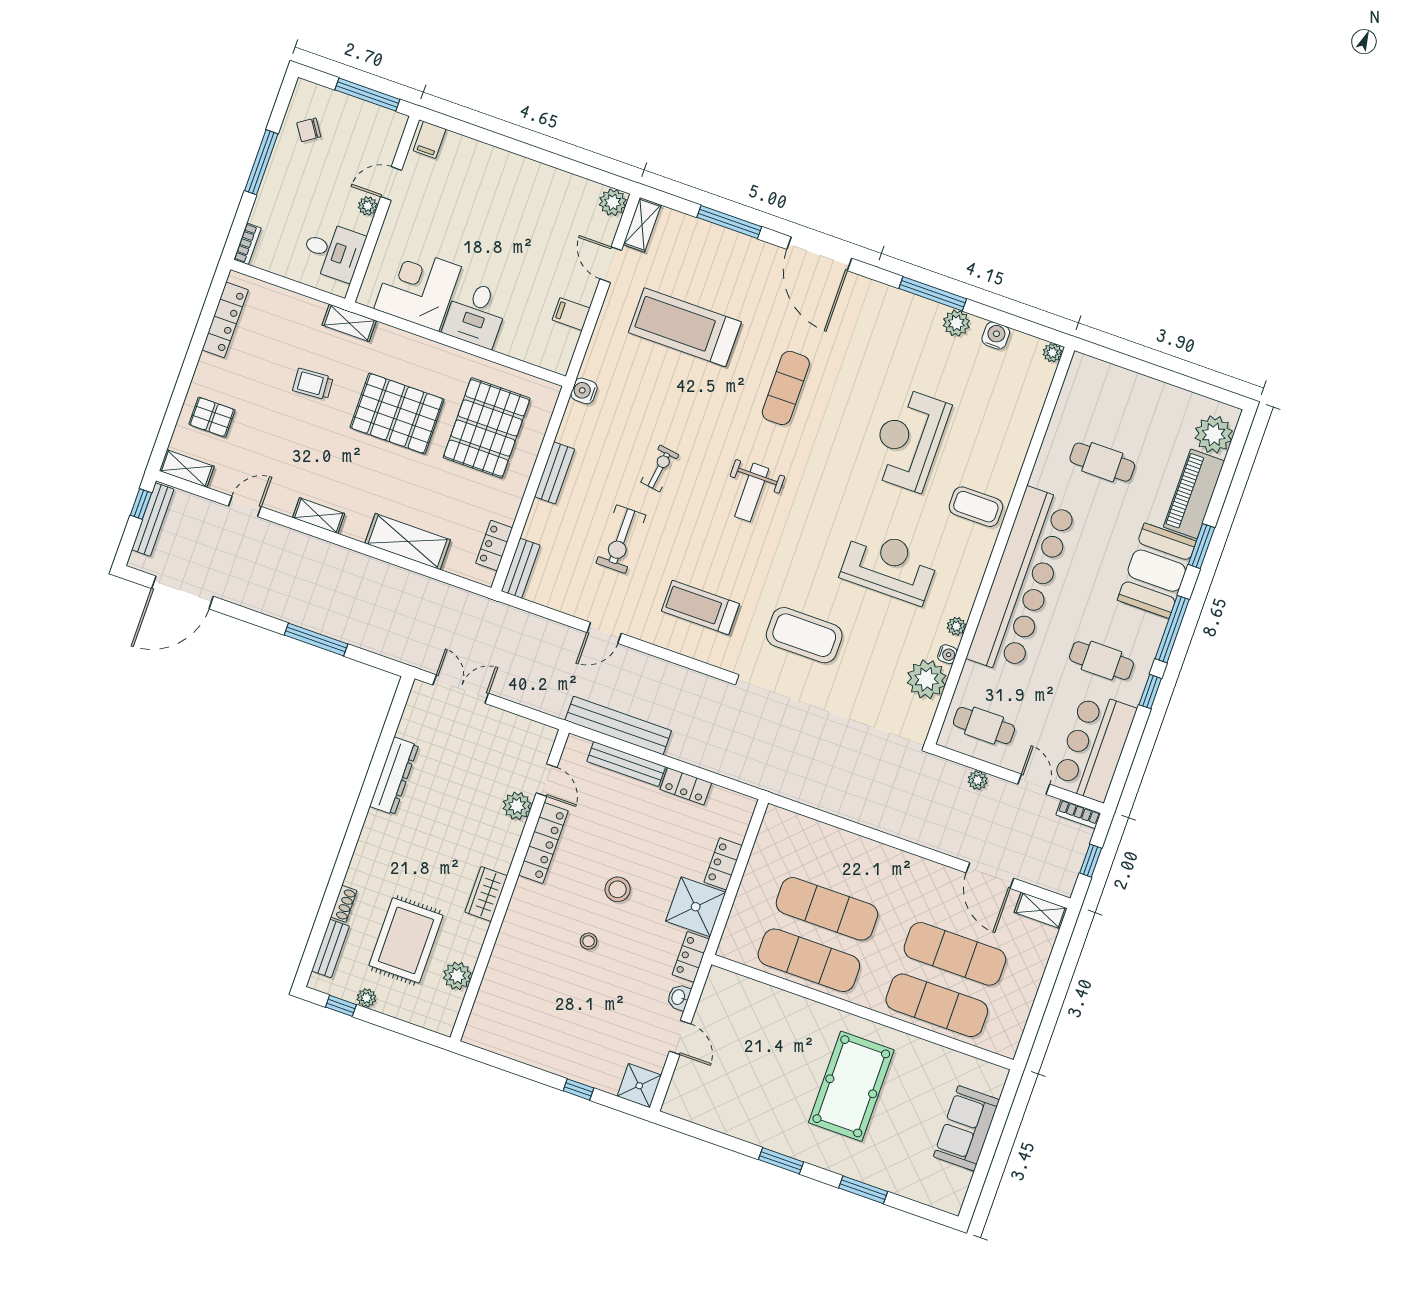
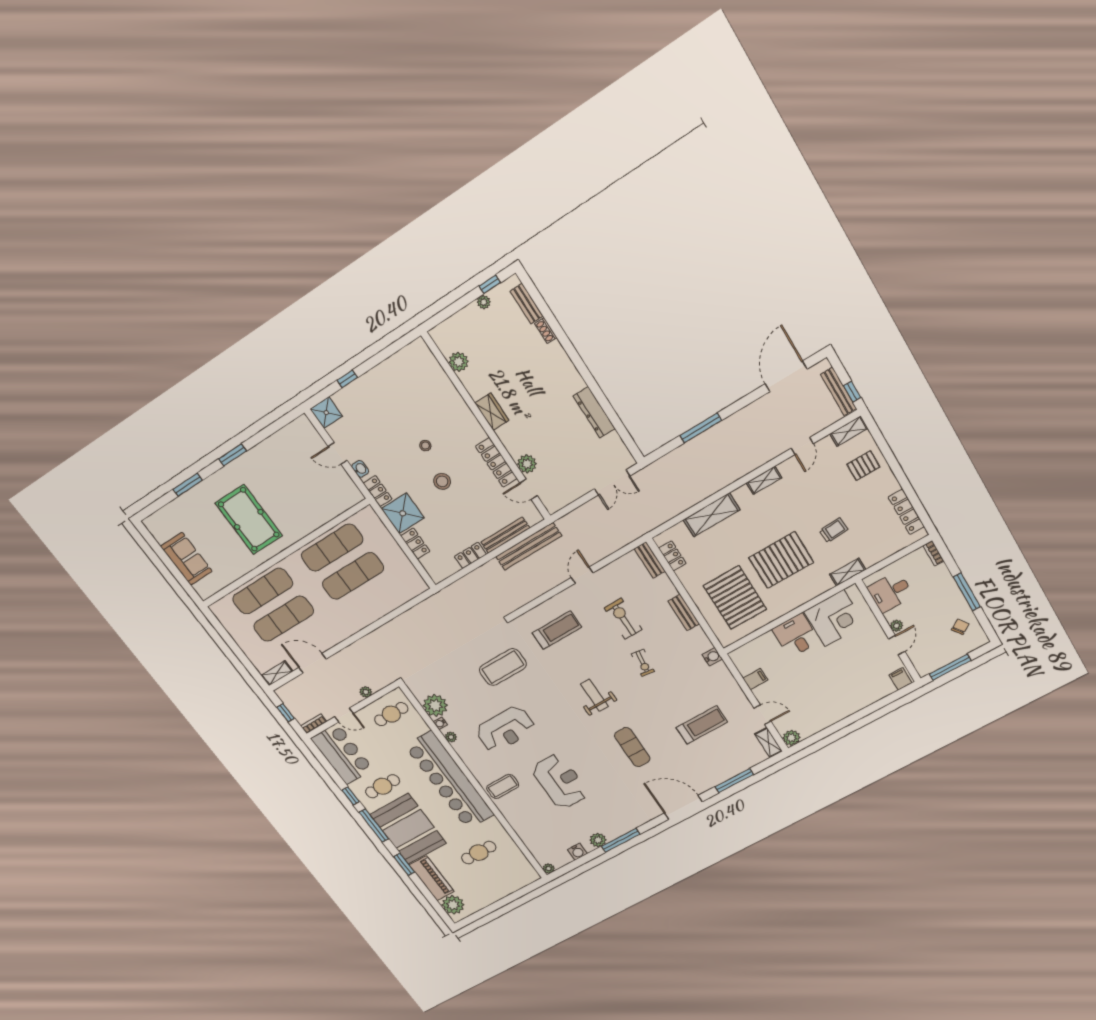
treadmill: (685, 327) -> (702, 725), width x0.73, depth x0.73
booth: (1157, 571) -> (408, 829), width x1.36, depth x1.42
rug: (406, 940) -> (499, 349), removed

